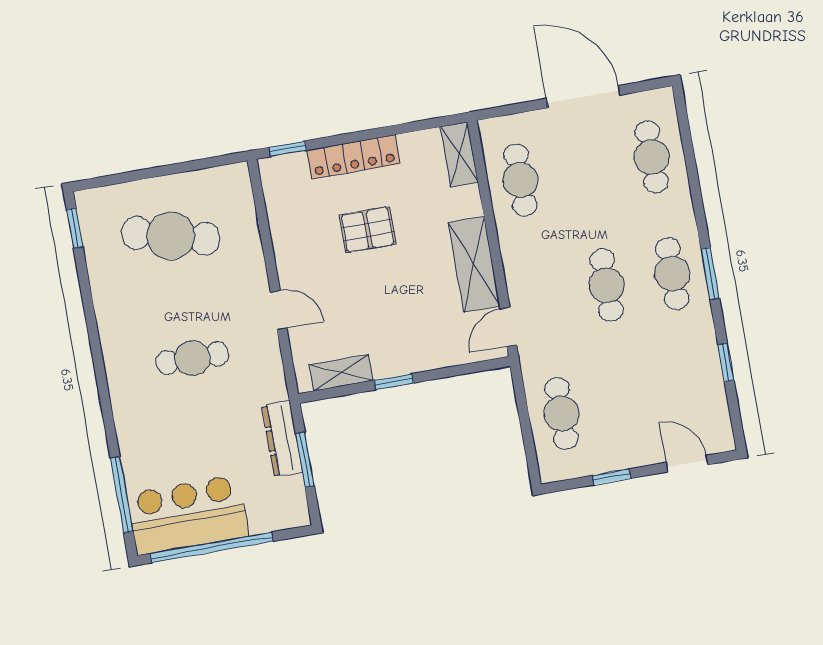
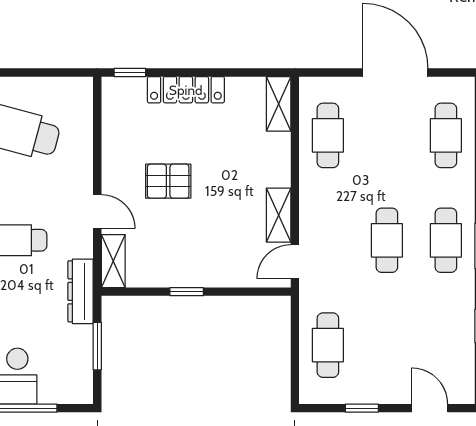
pallet: (368, 230) -> (168, 181), moved
shelving: (474, 264) -> (279, 215), width x0.67, depth x0.75
shelving: (341, 373) -> (113, 261), moved, turned 90
dresser: (282, 439) -> (81, 291), moved

